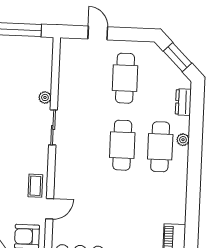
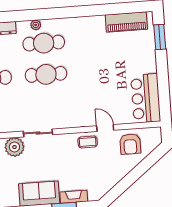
plant: (45, 97) -> (14, 147), width x1.88, depth x1.88

